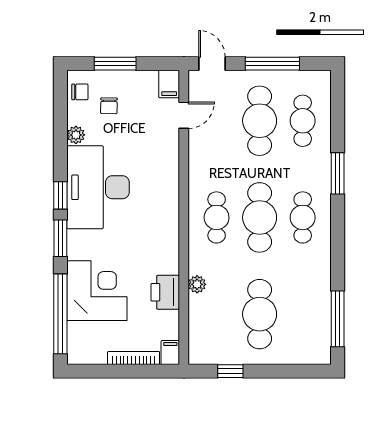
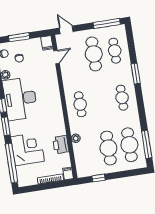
window: (272, 64) -> (107, 23), moved
cafe table: (260, 217) -> (129, 145), moved

